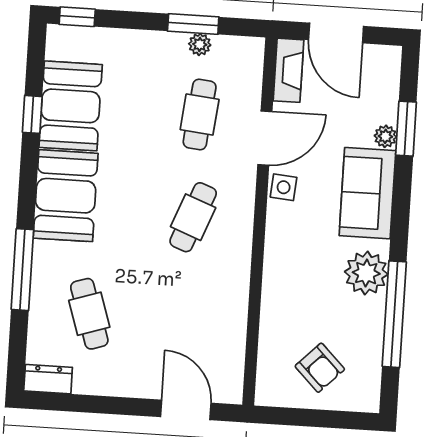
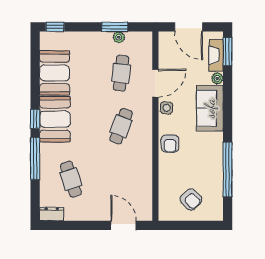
fireplace: (288, 70) -> (216, 55), moved, turned 180
window: (32, 114) -> (35, 119), moved
window: (406, 129) -> (228, 52), moved
armchair: (286, 257) -> (170, 144), added
plant: (366, 273) -> (212, 149), removed

